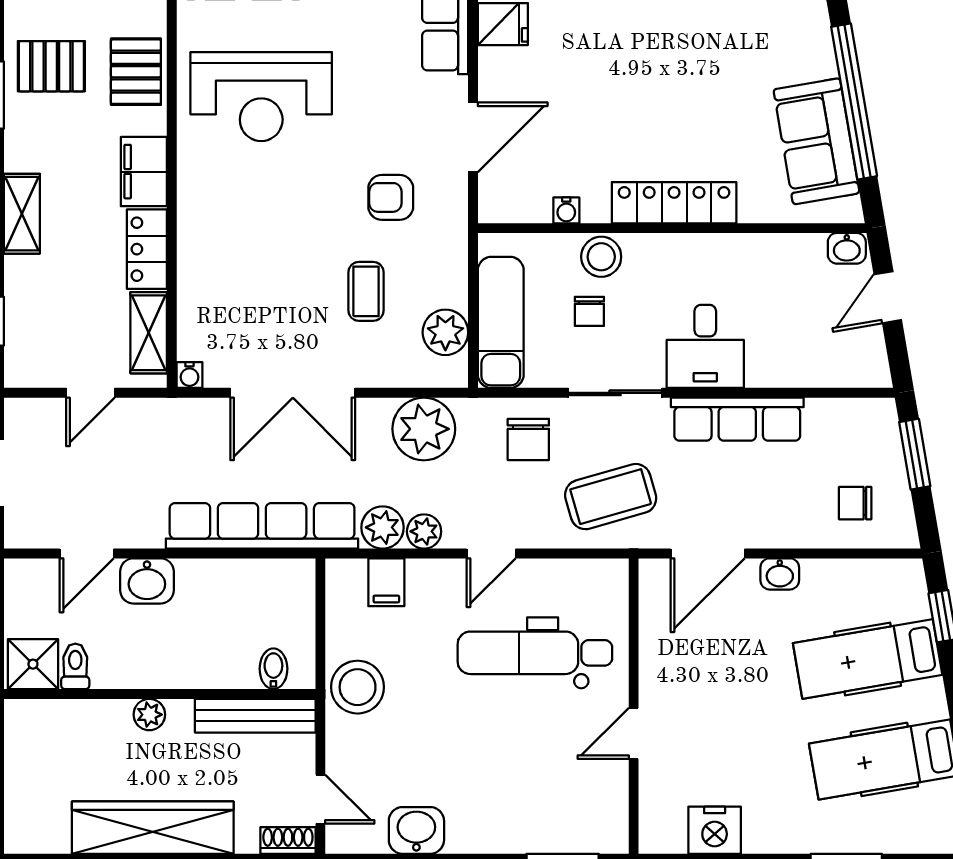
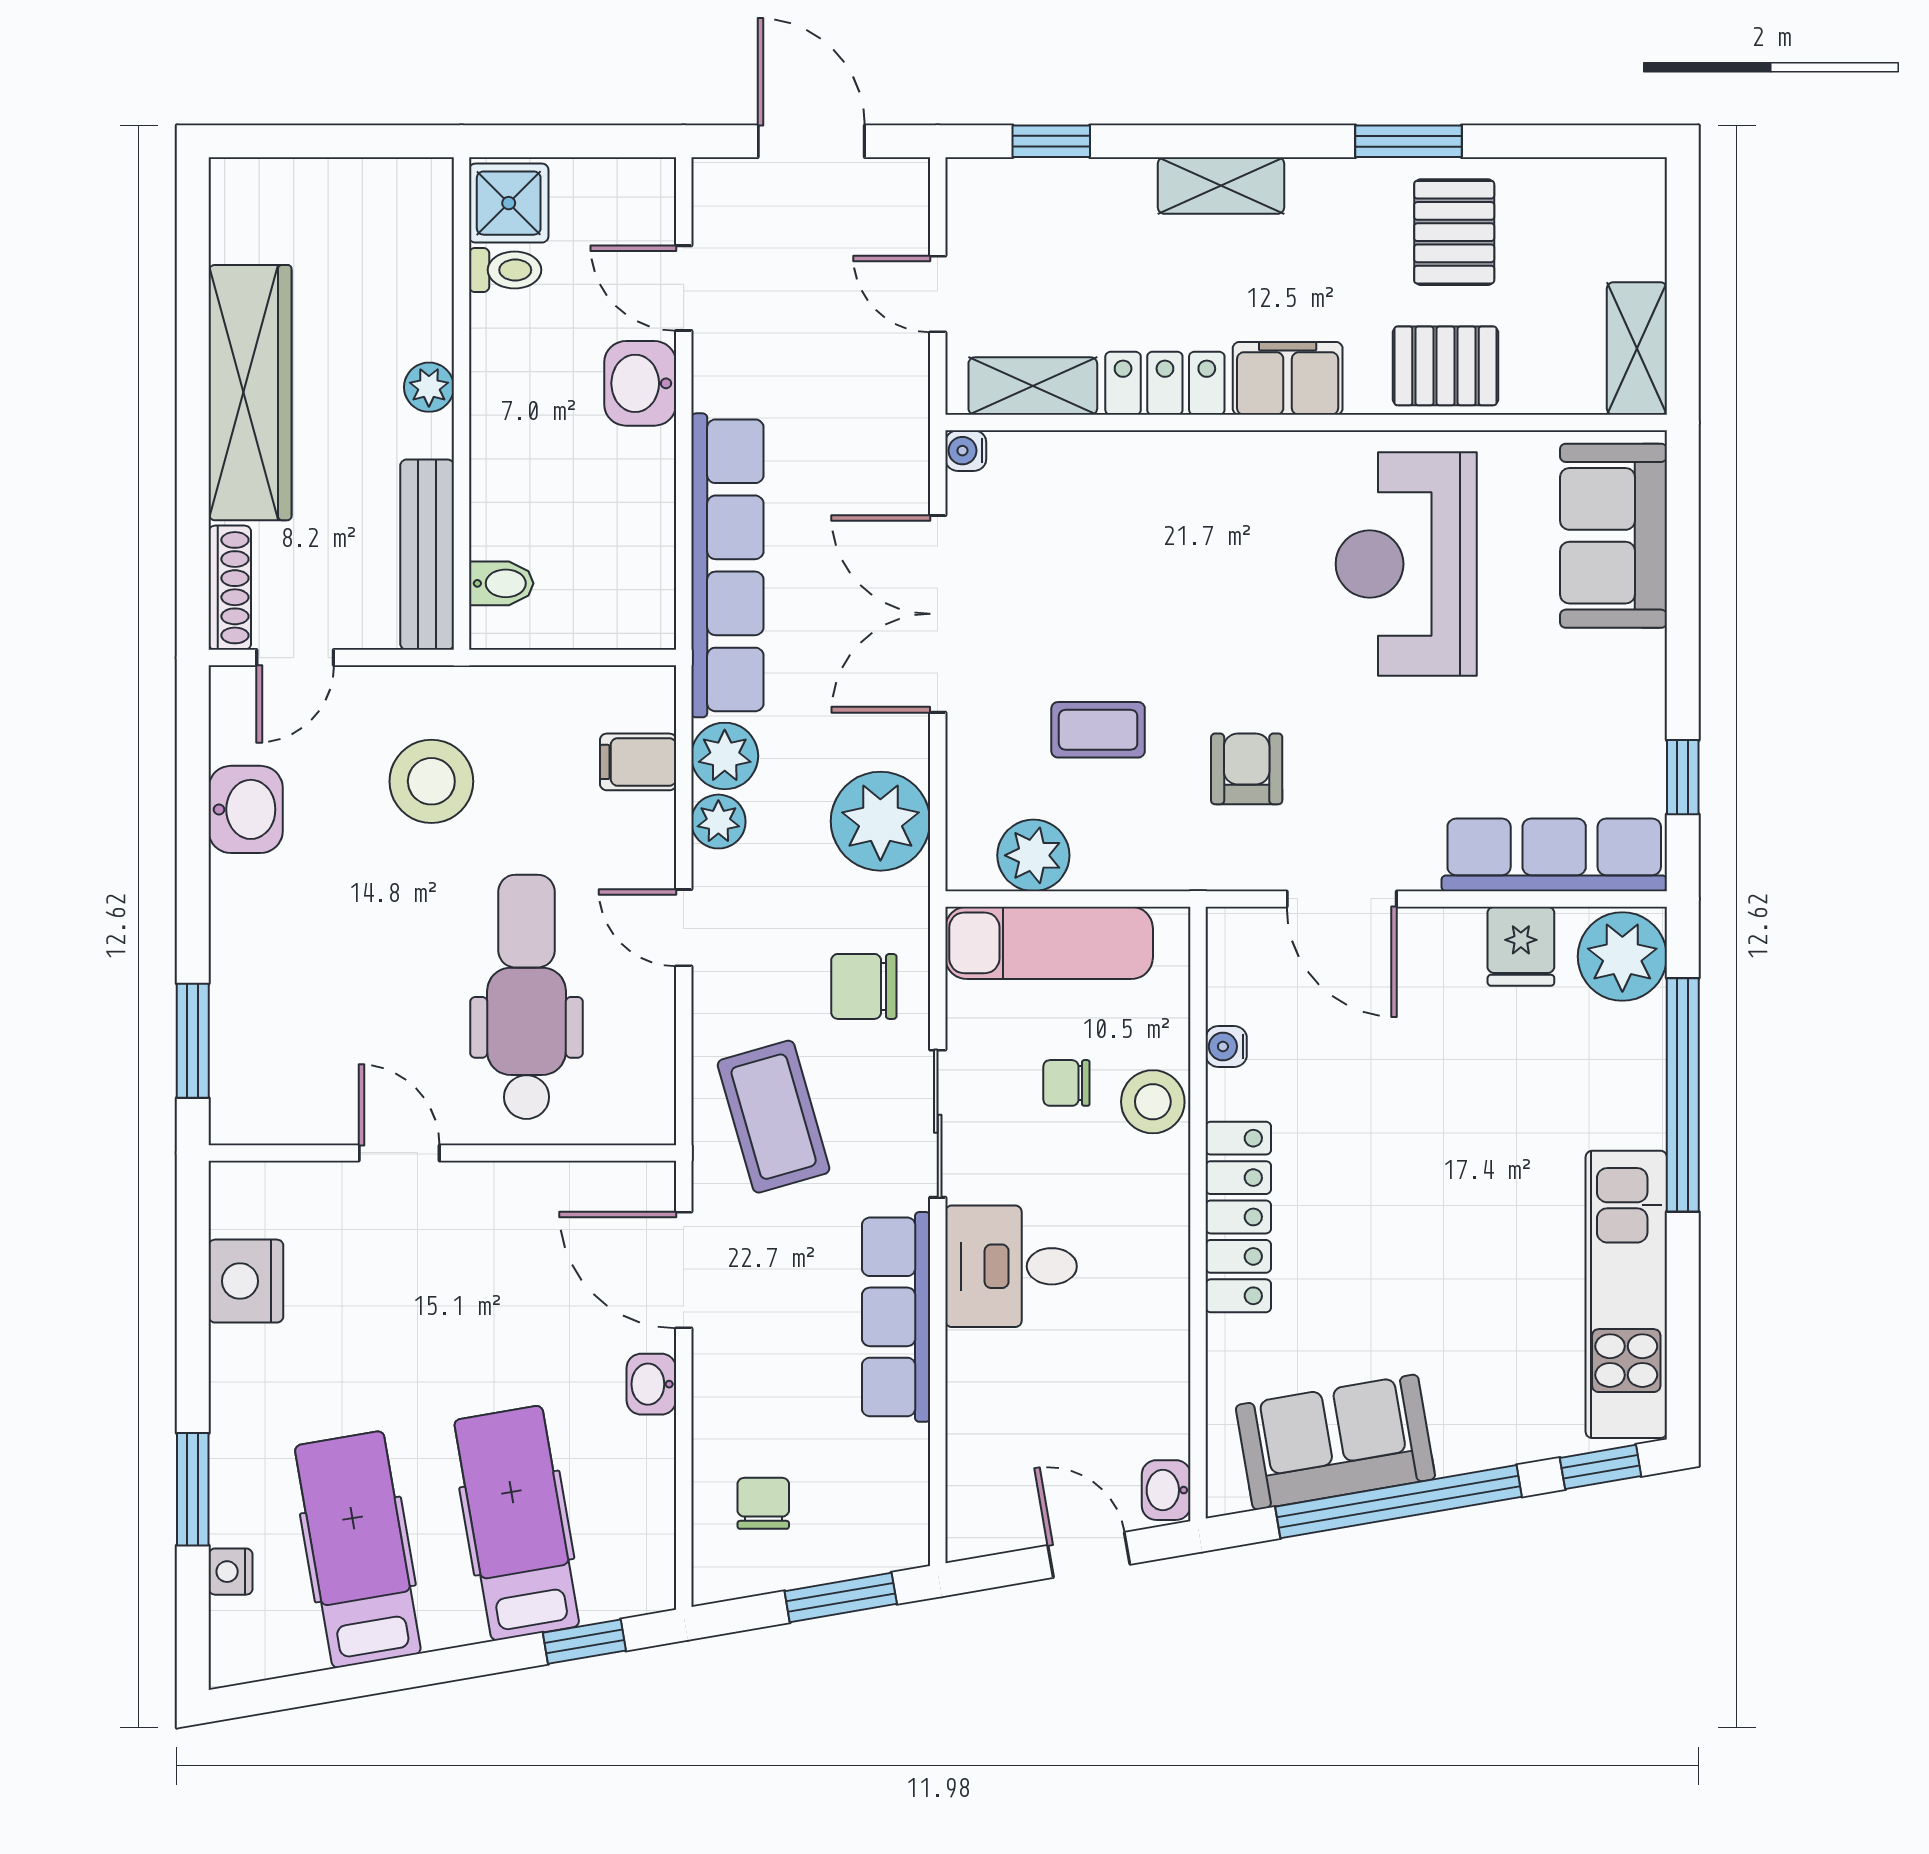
stool: (358, 687) -> (431, 781), moved
shoe rack: (288, 840) -> (230, 588), width x1.43
nightstand: (898, 840) -> (231, 1572), added

